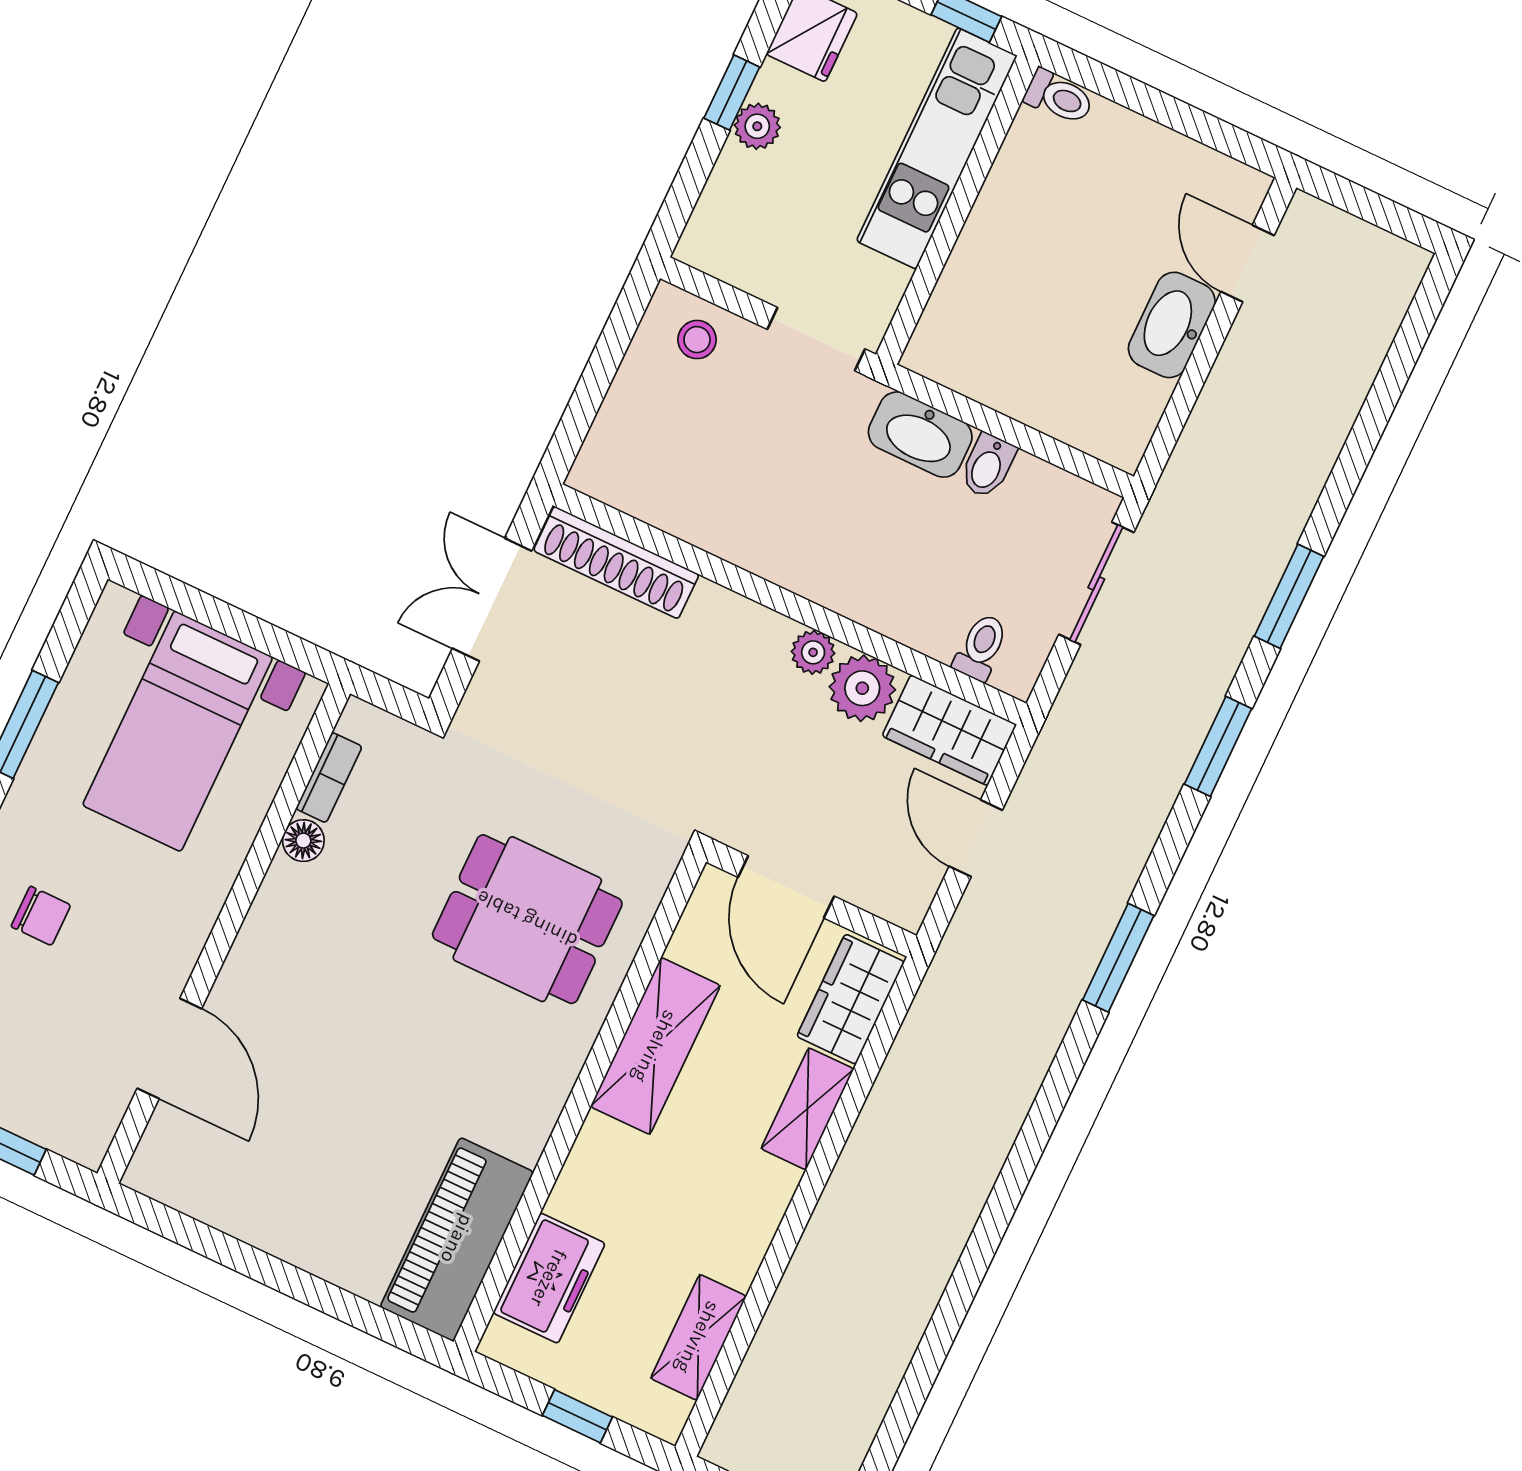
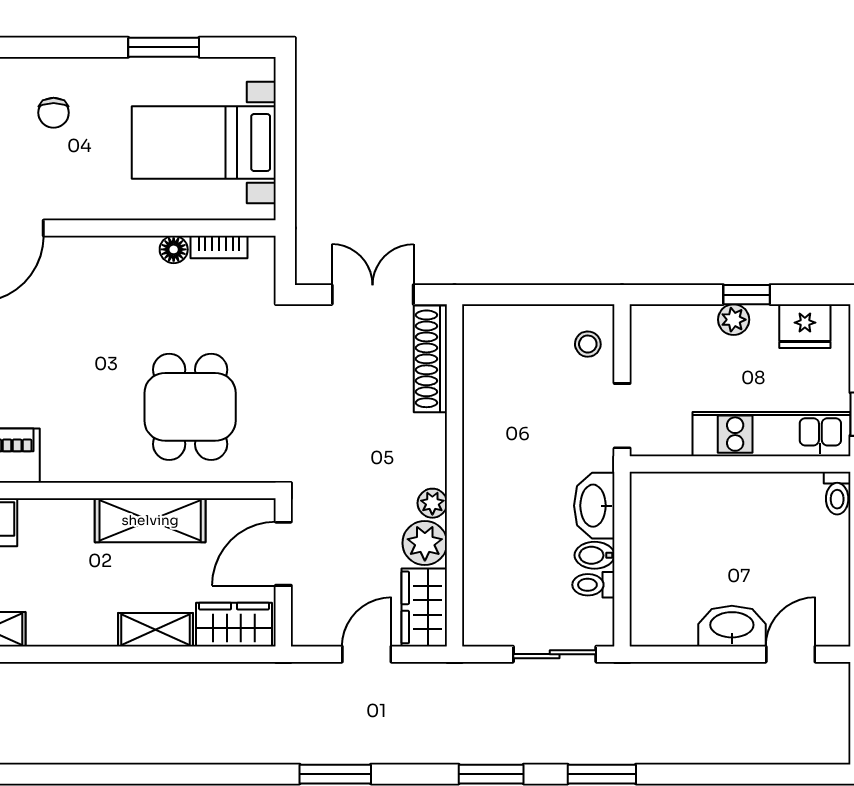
toilet: (981, 647) -> (593, 585), moved, turned 180

